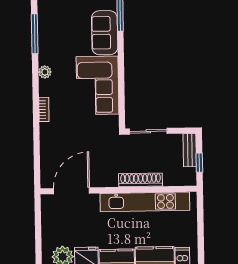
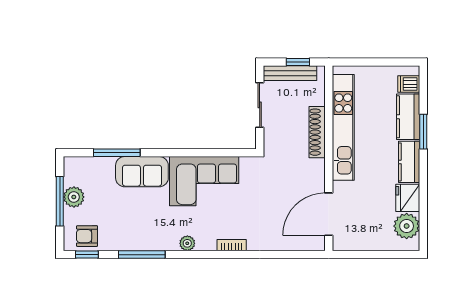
sliding door: (148, 131) -> (260, 105), moved
bench: (190, 150) -> (290, 73), width x1.36
door: (71, 191) -> (329, 214), hinge flipped

